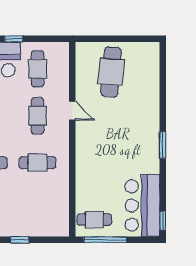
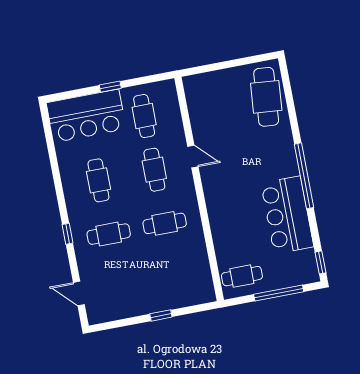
cafe table: (111, 72) -> (266, 97), moved
window: (163, 145) -> (304, 176), width x2.11
bar counter: (142, 205) -> (287, 215), moved
window: (105, 240) -> (279, 293), moved

